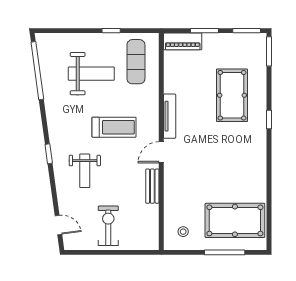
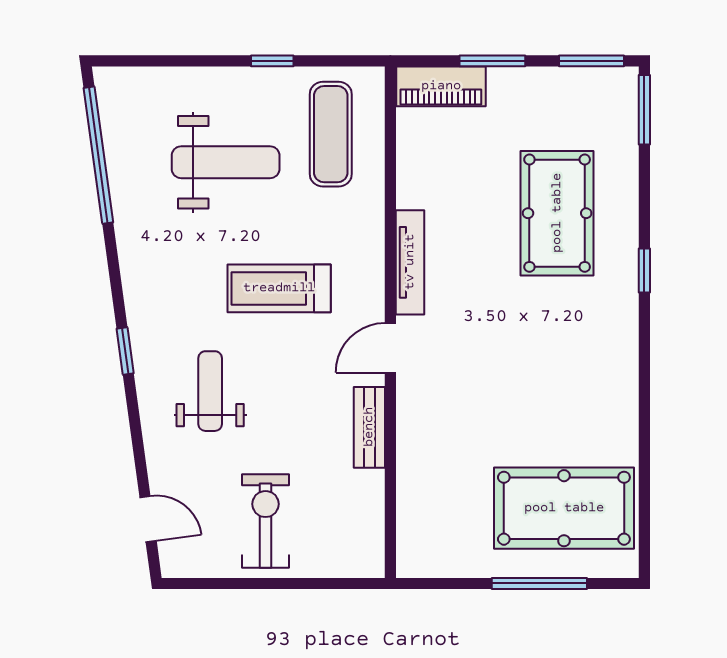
treadmill: (114, 127) -> (279, 288), turned 180
weight bench: (85, 171) -> (210, 391), turned 180
stool: (183, 232) -> (442, 535), removed

